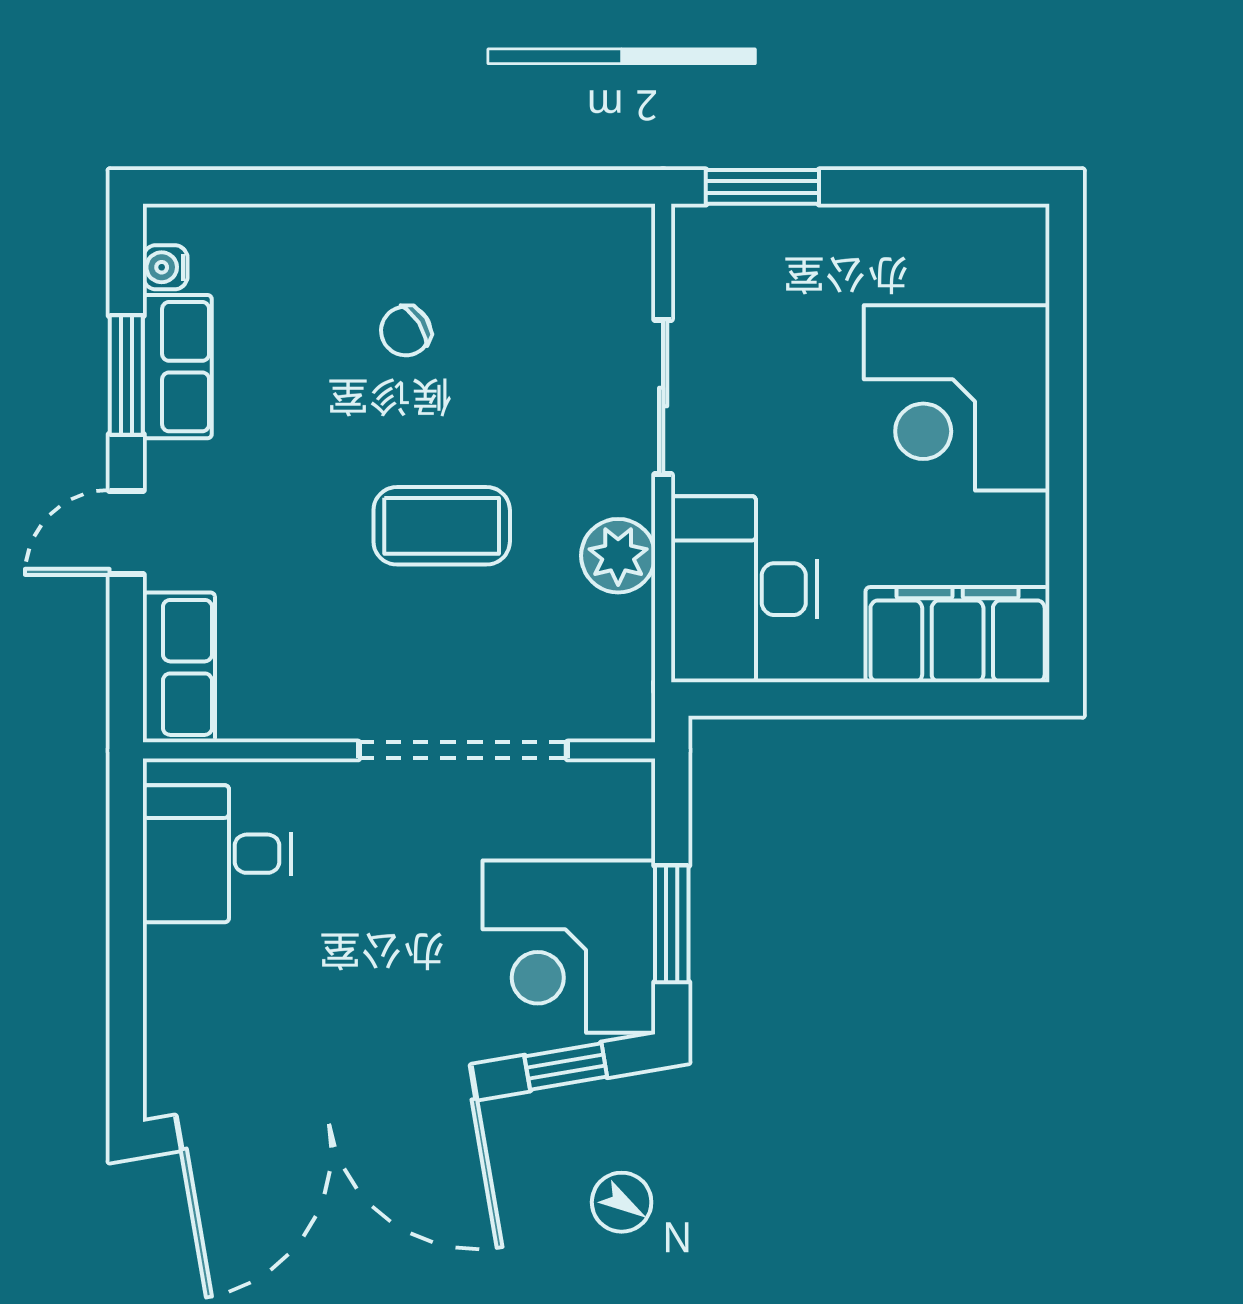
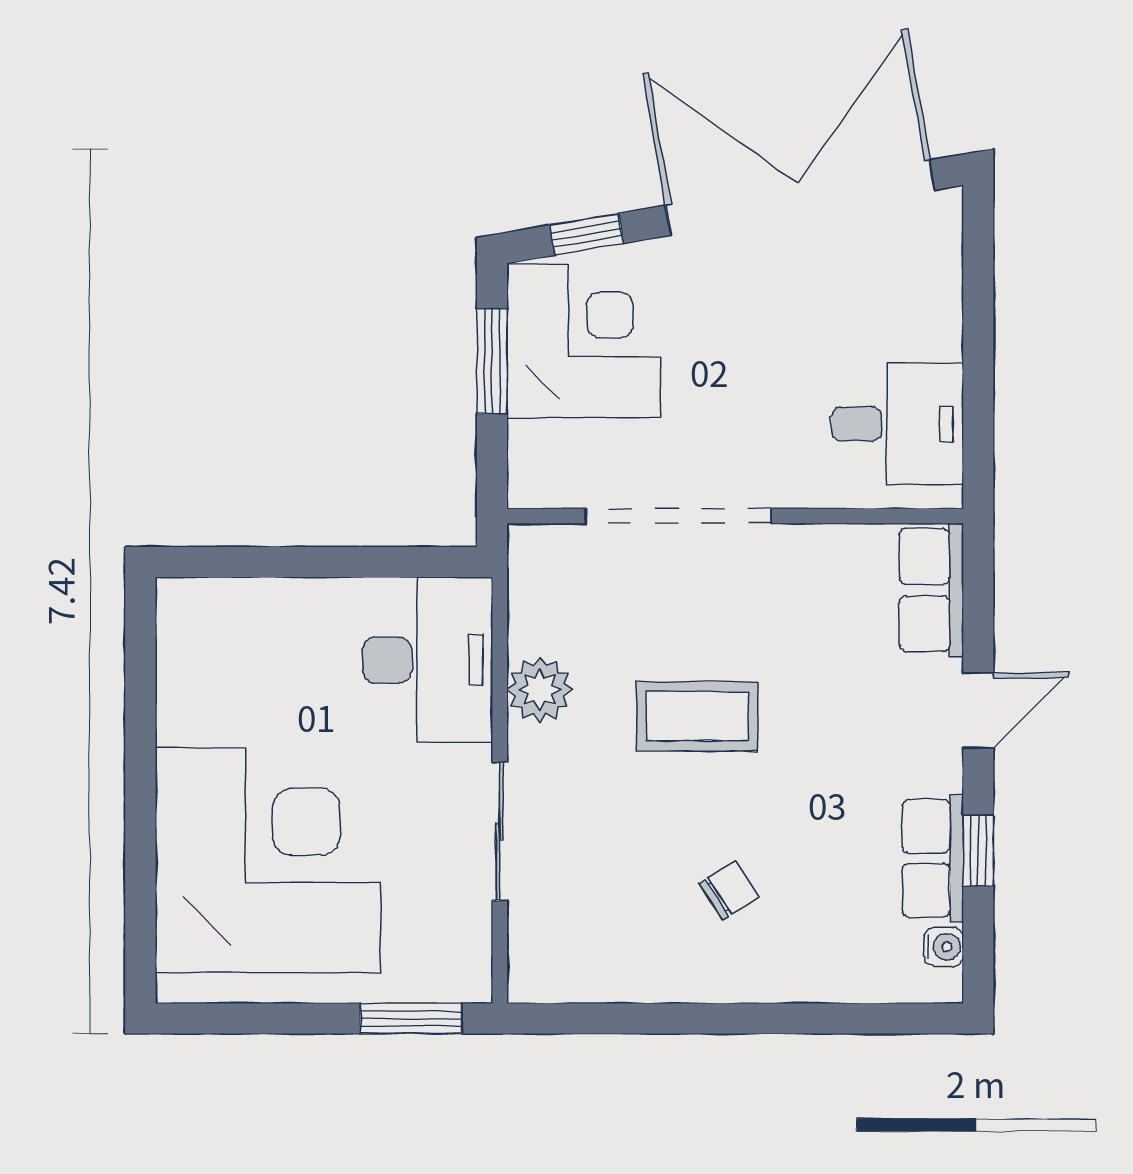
window: (126, 375) -> (978, 851), width x0.67
corner desk: (957, 398) -> (268, 860), width x1.36, depth x1.36
filing cabinet: (958, 635) -> (237, 619), removed

